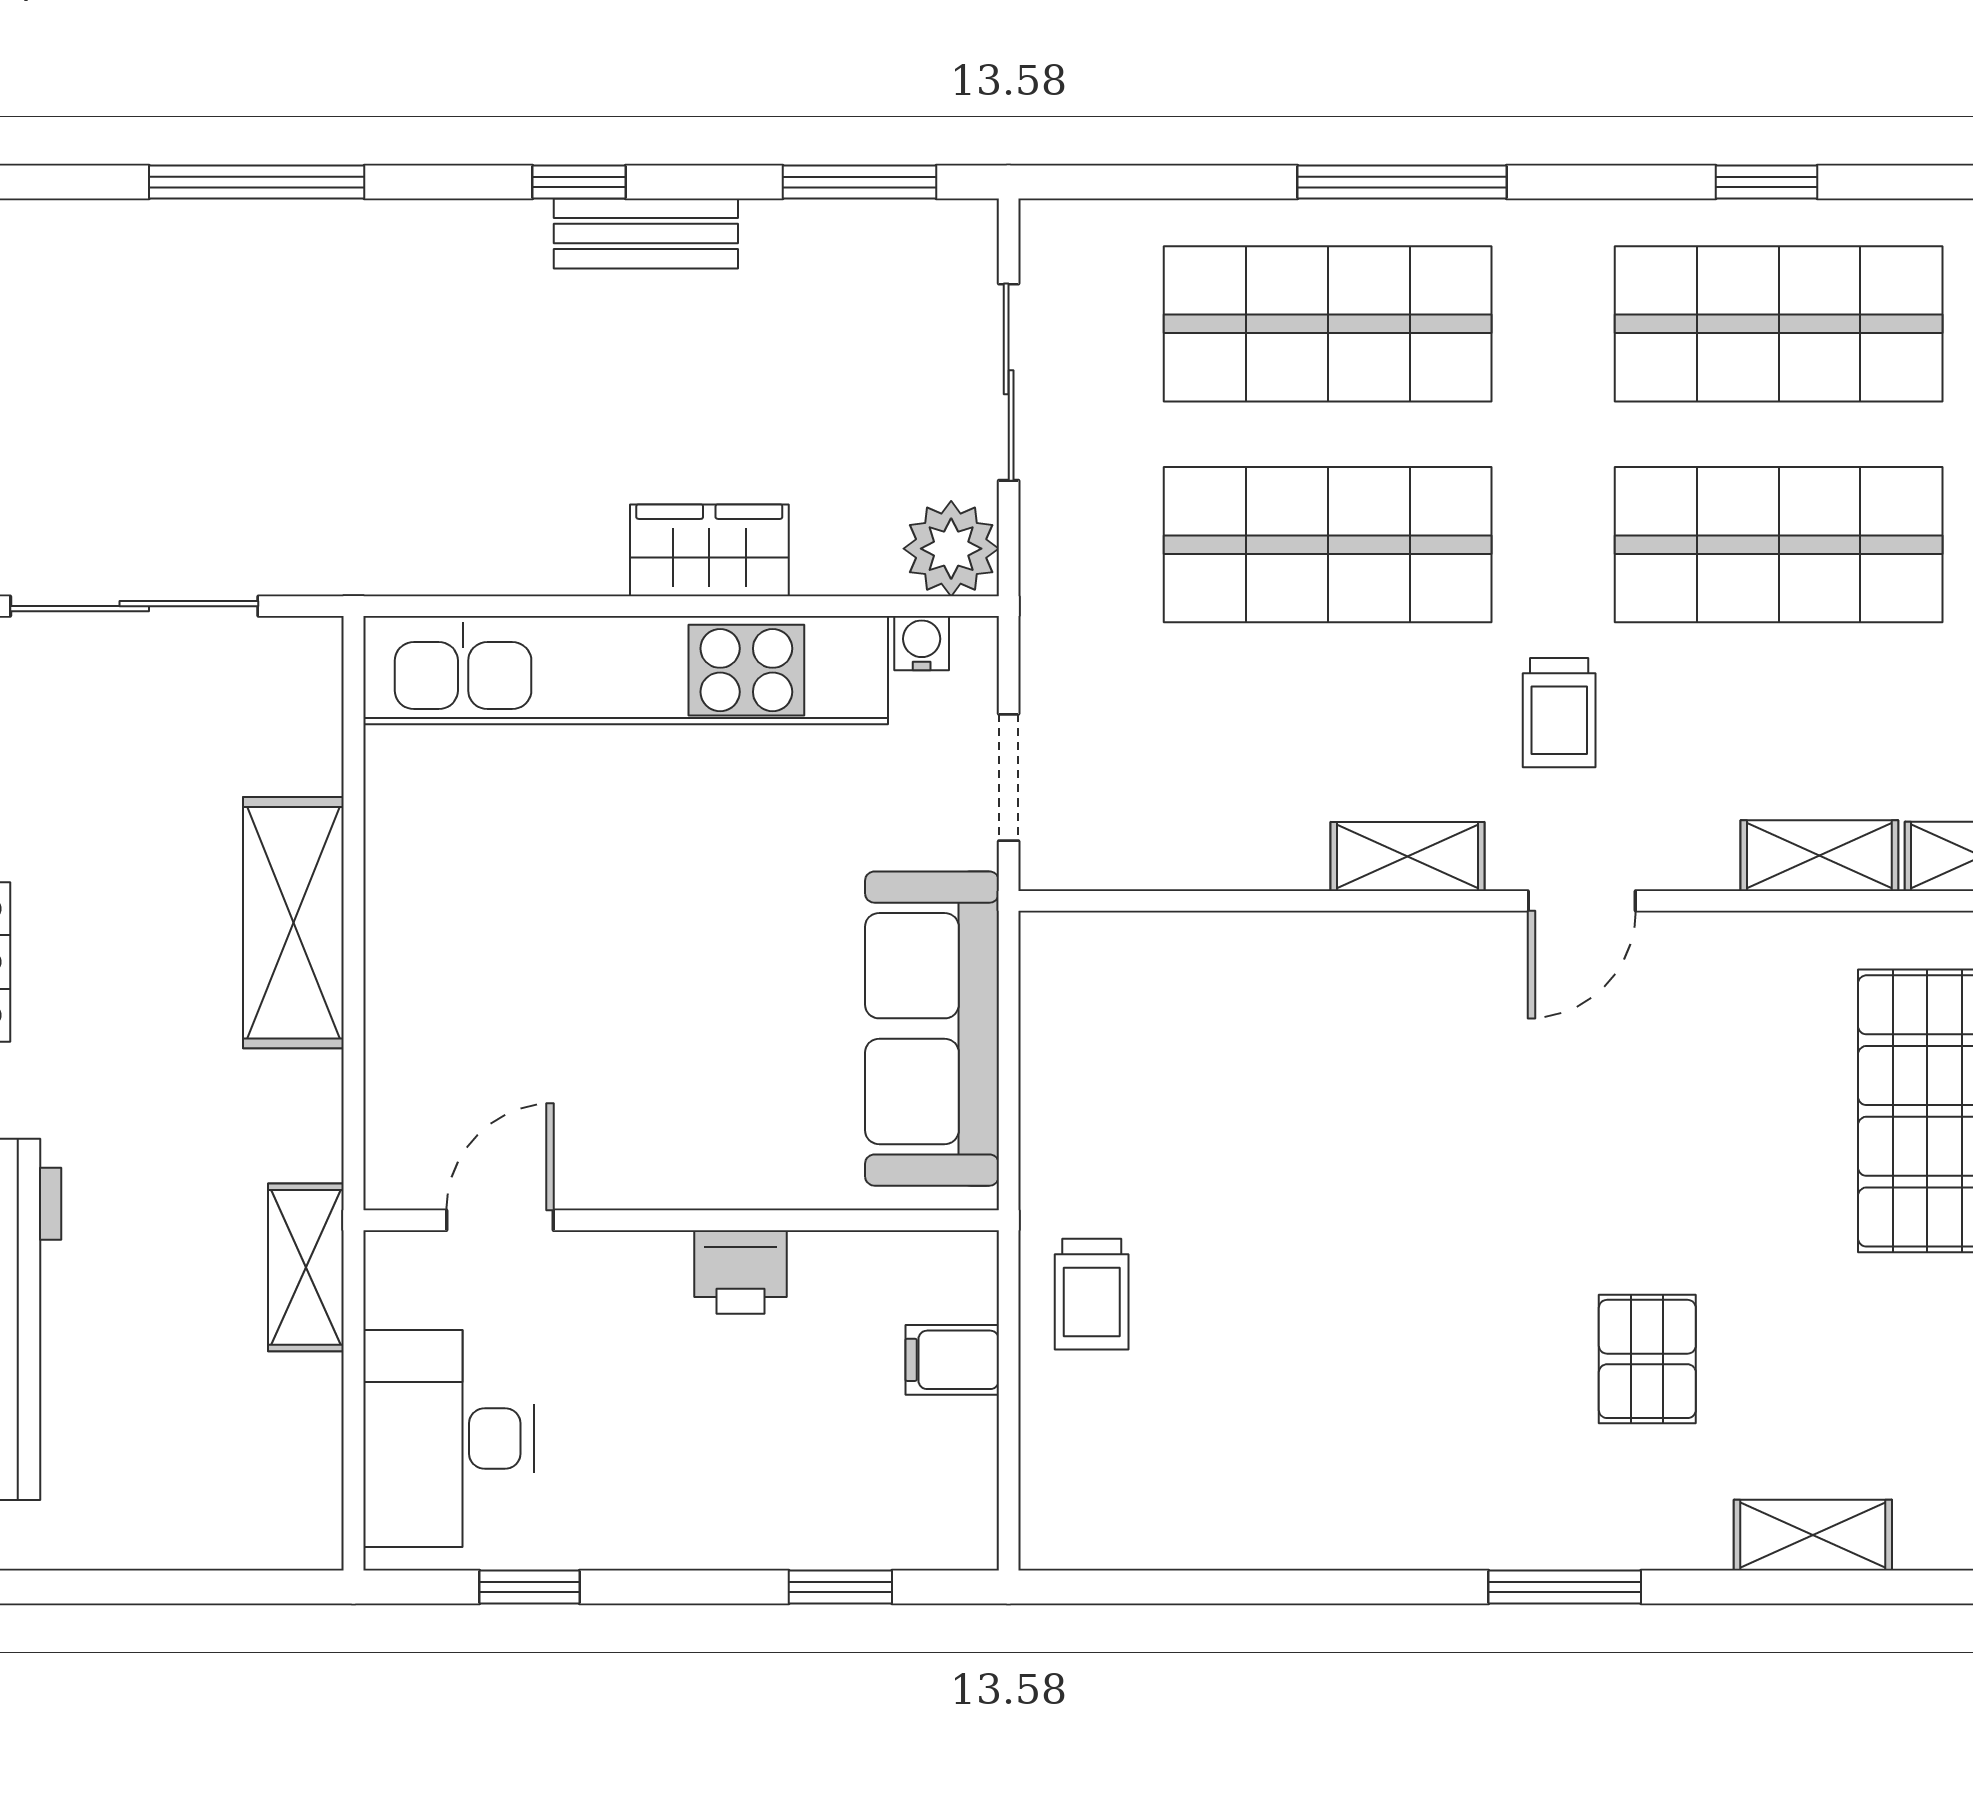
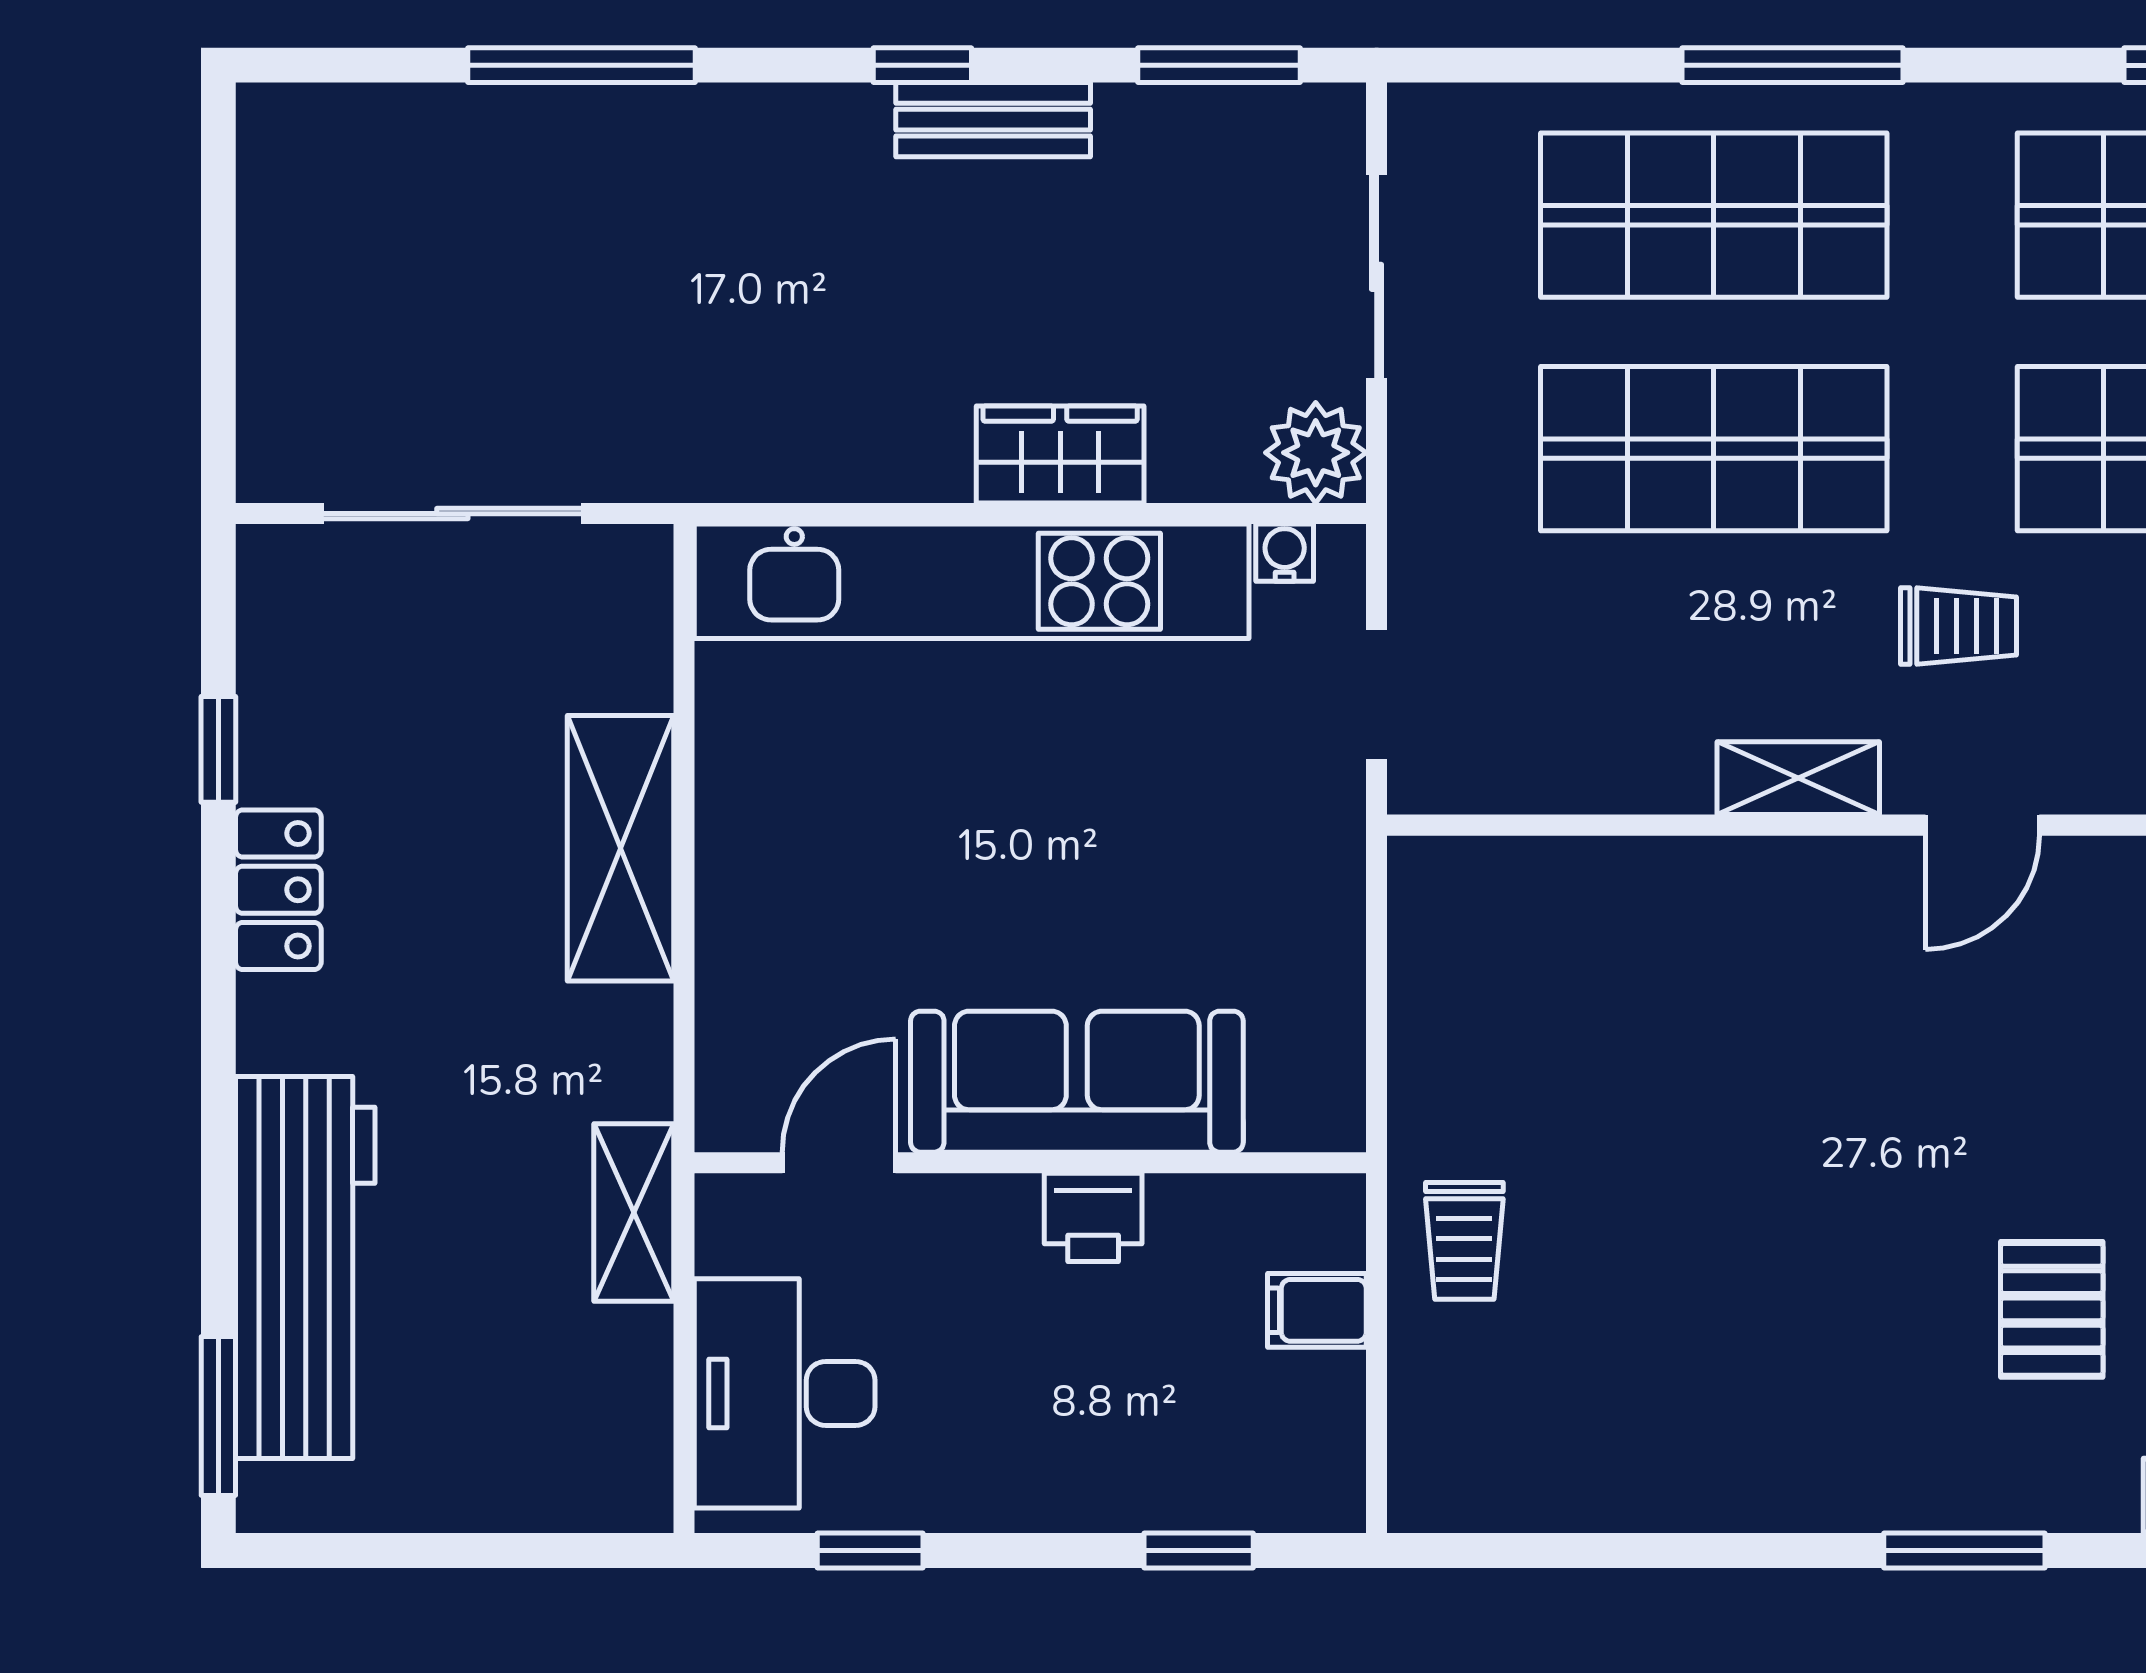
trolley: (1559, 713) -> (1959, 626), turned -90
sofa: (932, 1029) -> (1077, 1082), moved, turned 90

